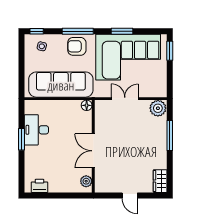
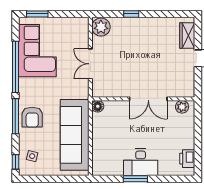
window: (122, 31) -> (15, 67), width x2.11
corner sofa: (128, 57) -> (37, 51), width x0.73, depth x0.74
desk: (36, 130) -> (141, 162), moved
window: (170, 136) -> (131, 14), width x0.46
wardrobe: (160, 181) -> (187, 35), moved, turned 90

